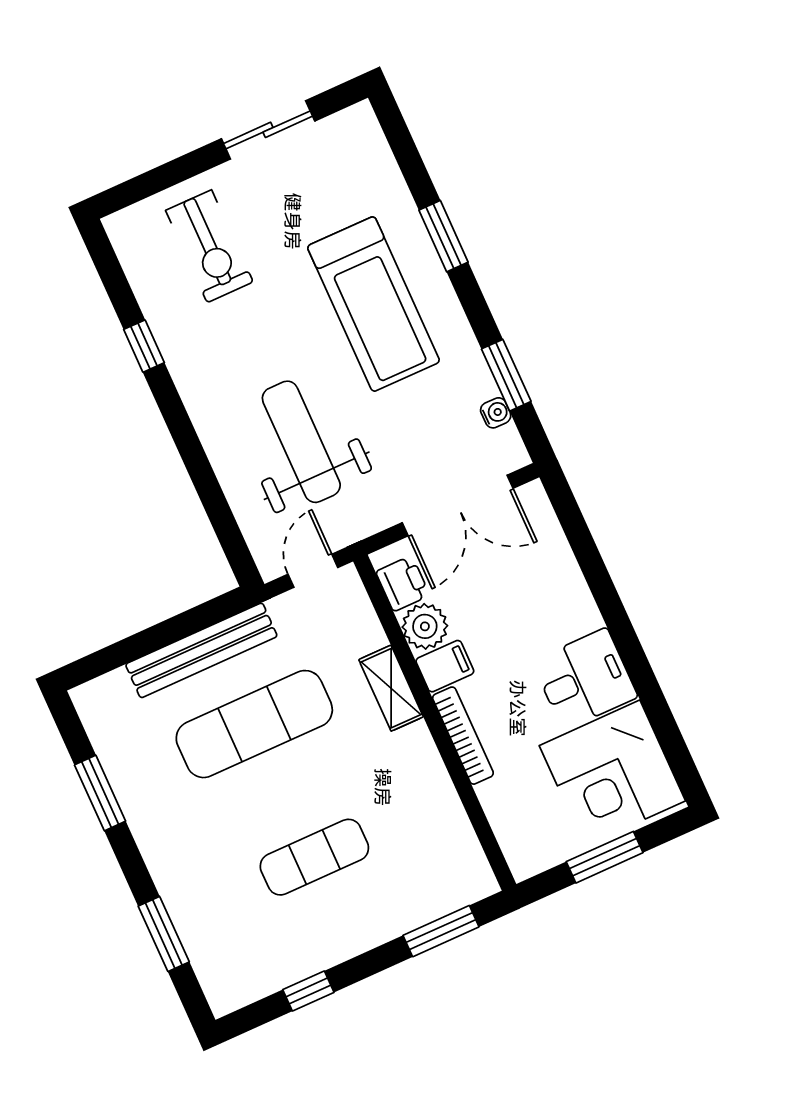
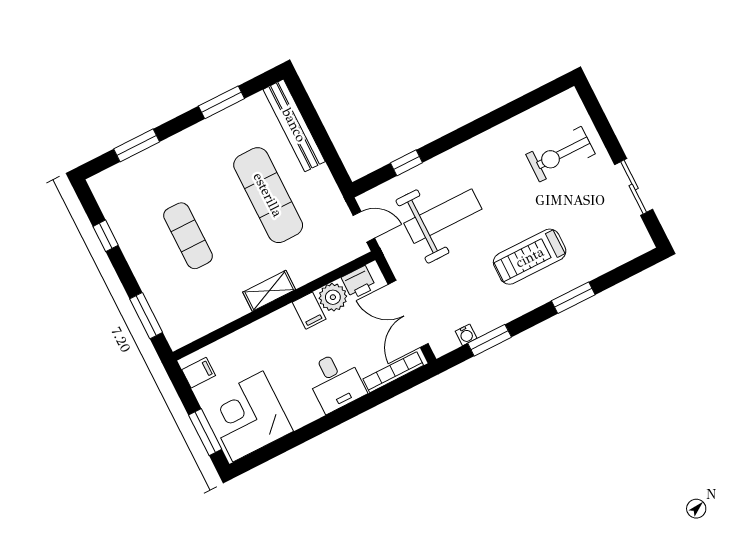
treadmill: (374, 304) -> (530, 257), width x0.73, depth x0.73
window: (144, 346) -> (407, 163), moved
bench: (201, 650) -> (294, 125), moved
desk: (585, 679) -> (335, 382), moved
shelving: (391, 688) -> (269, 291), moved
bookcase: (463, 736) -> (393, 372), moved, turned 180
filing cabinet: (537, 850) -> (199, 373), added
window: (605, 857) -> (205, 432), moved

